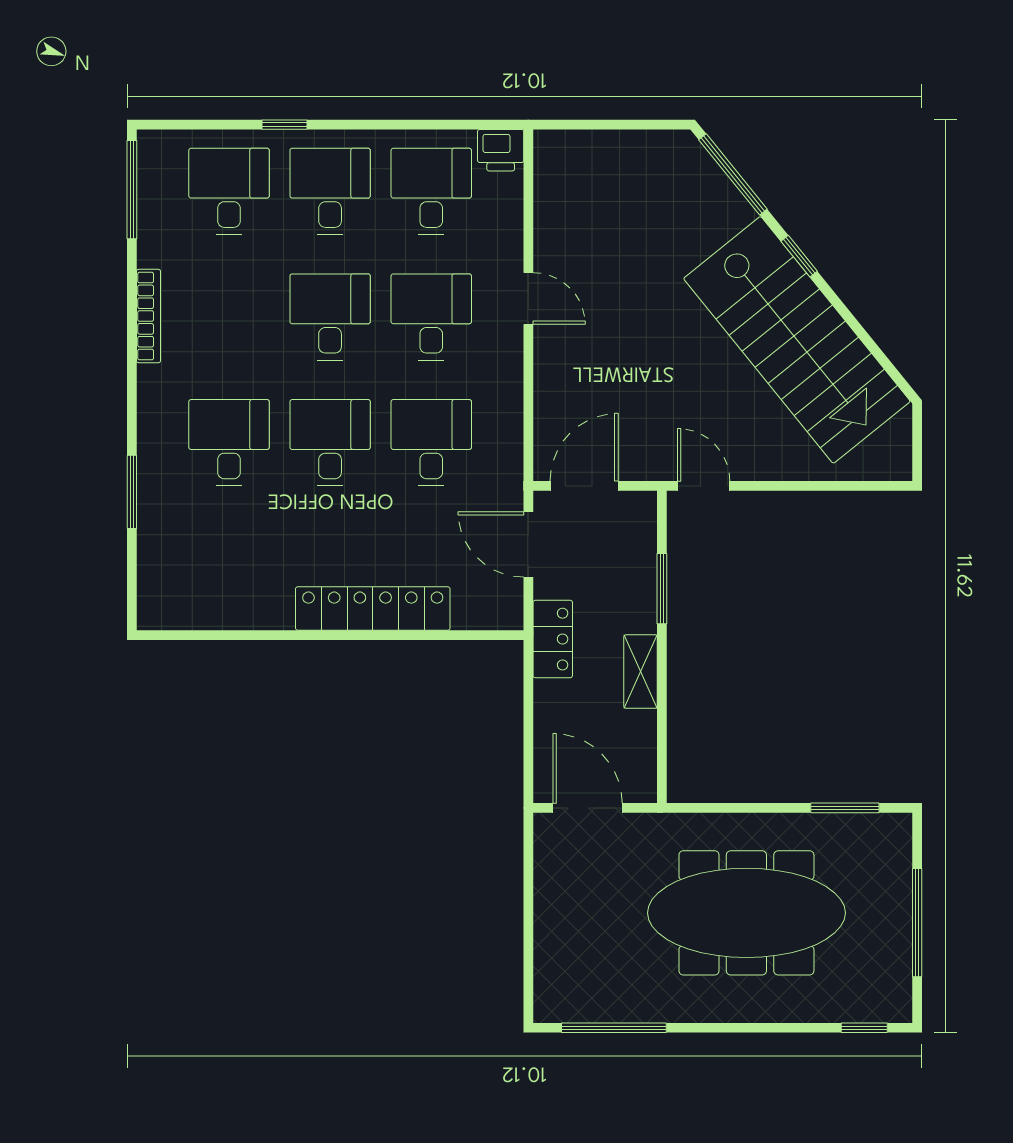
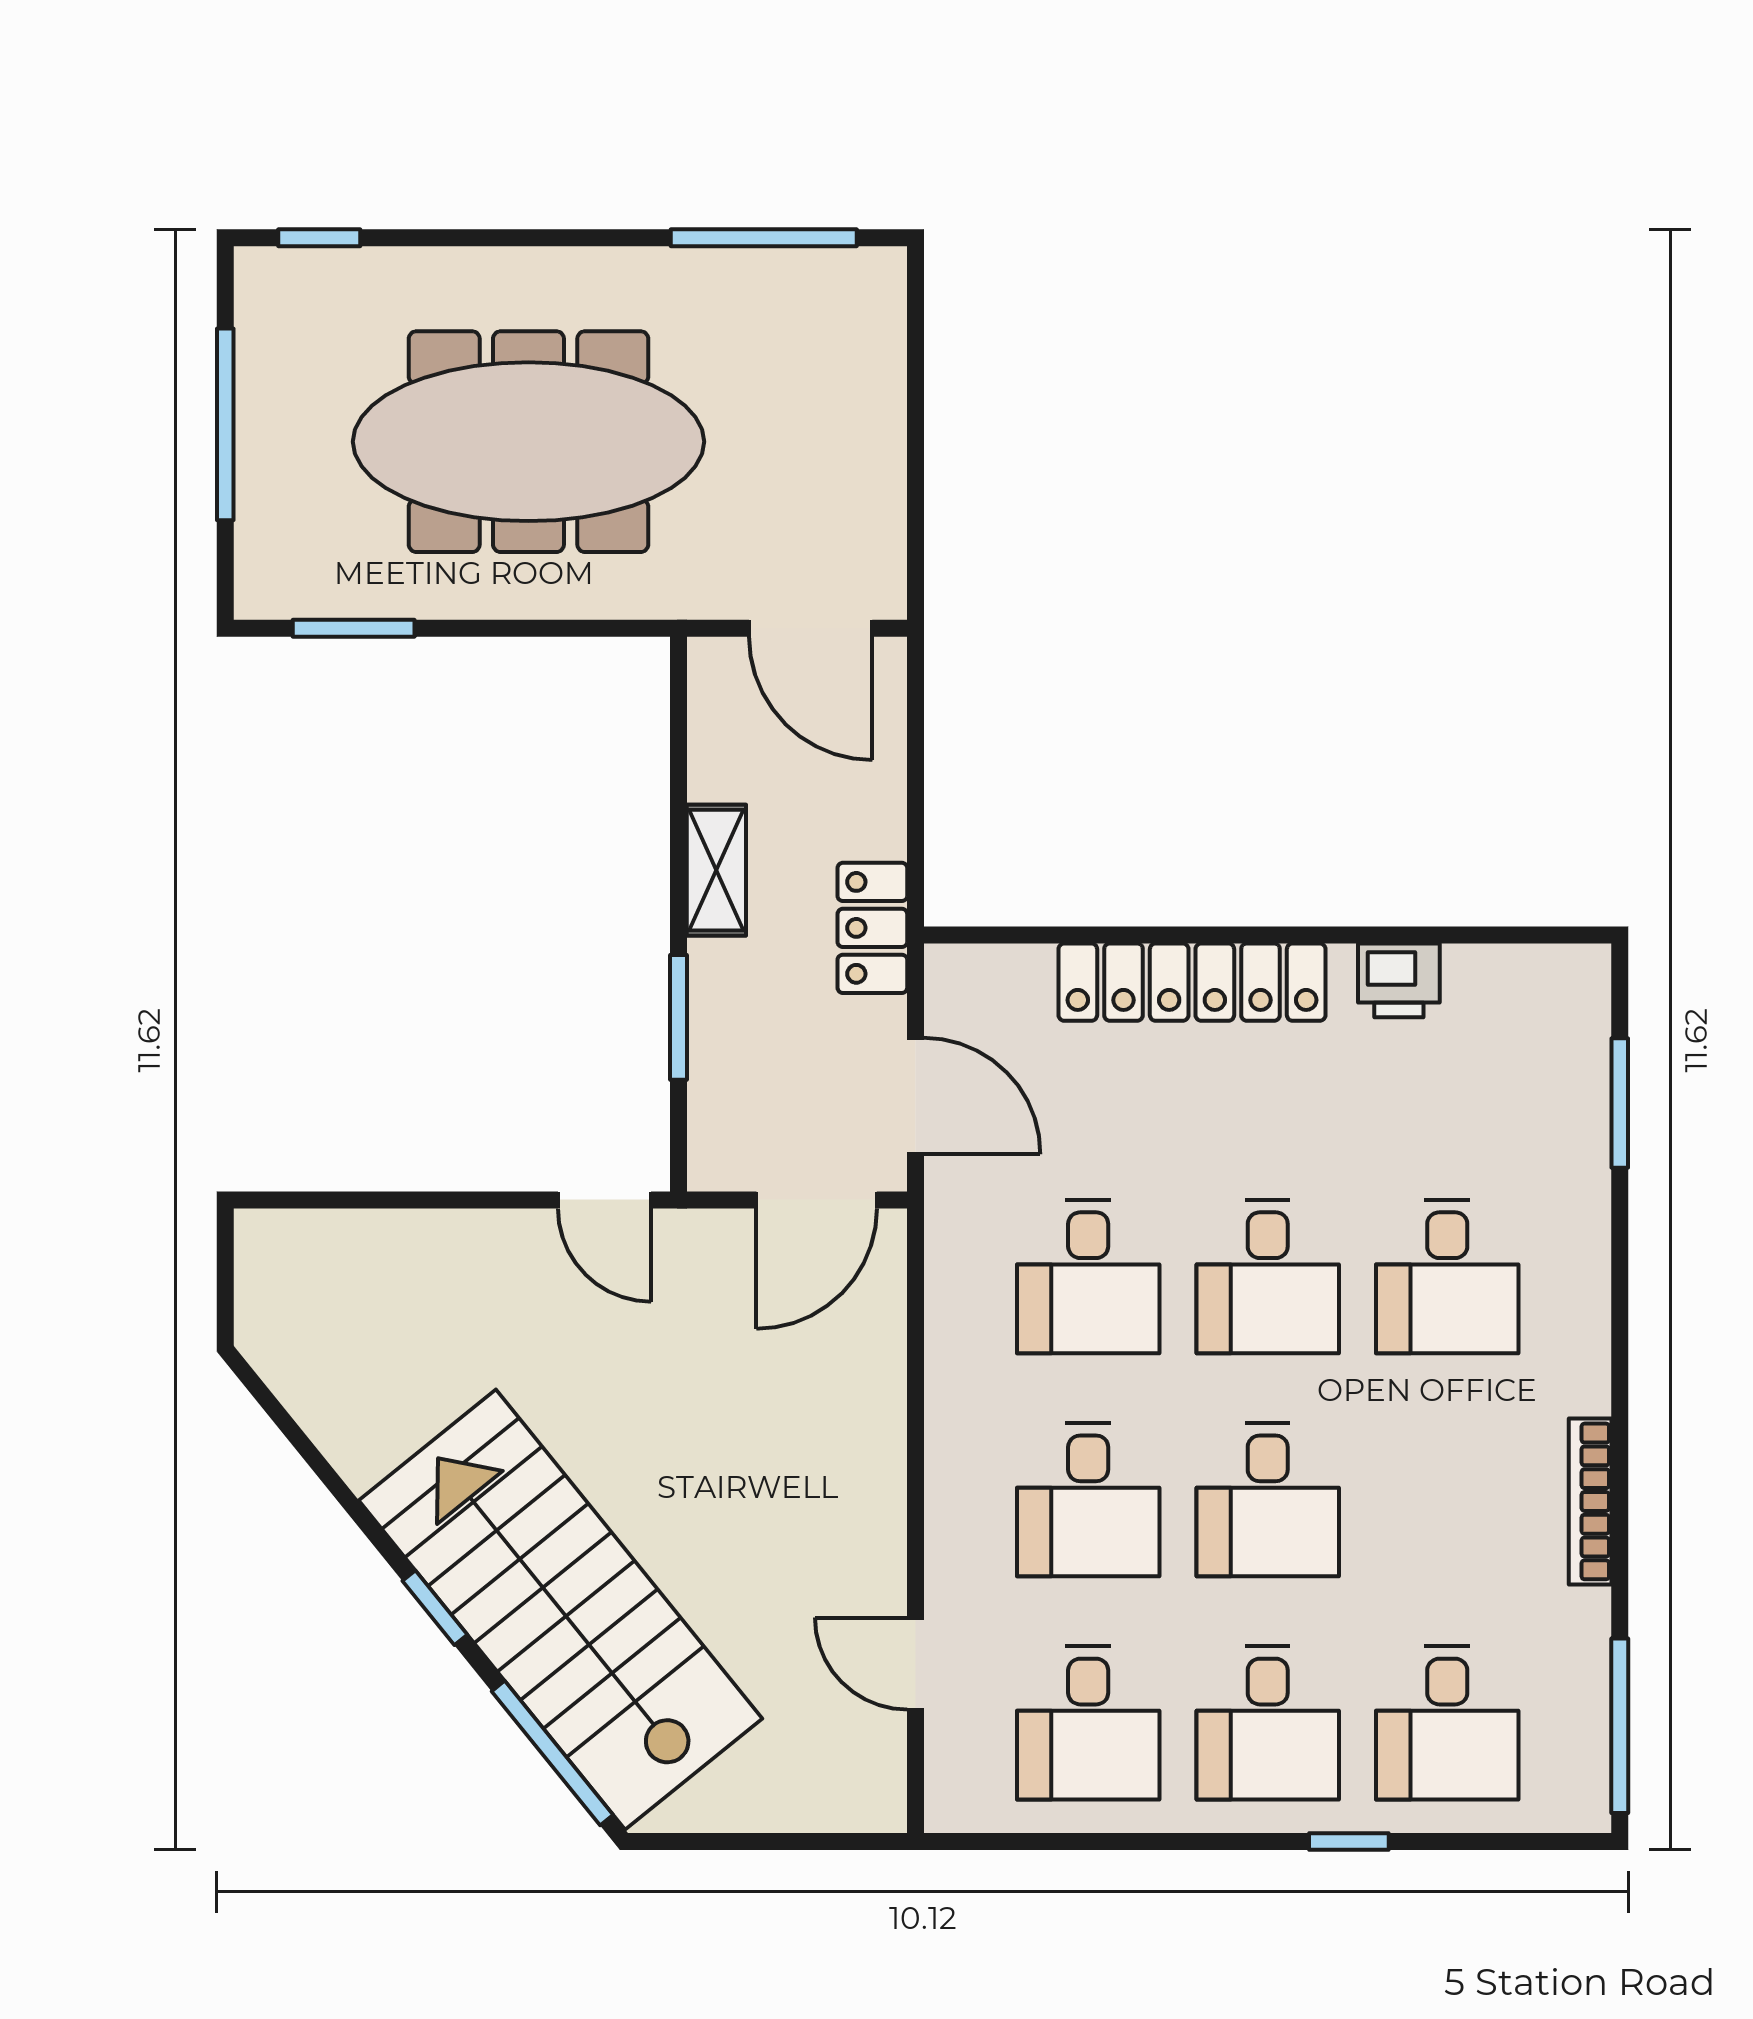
printer: (501, 150) -> (1399, 980), moved, turned 180
door: (528, 299) -> (916, 1664), moved
stairs: (797, 340) -> (561, 1610), moved
window: (132, 492) -> (1620, 1103), moved

